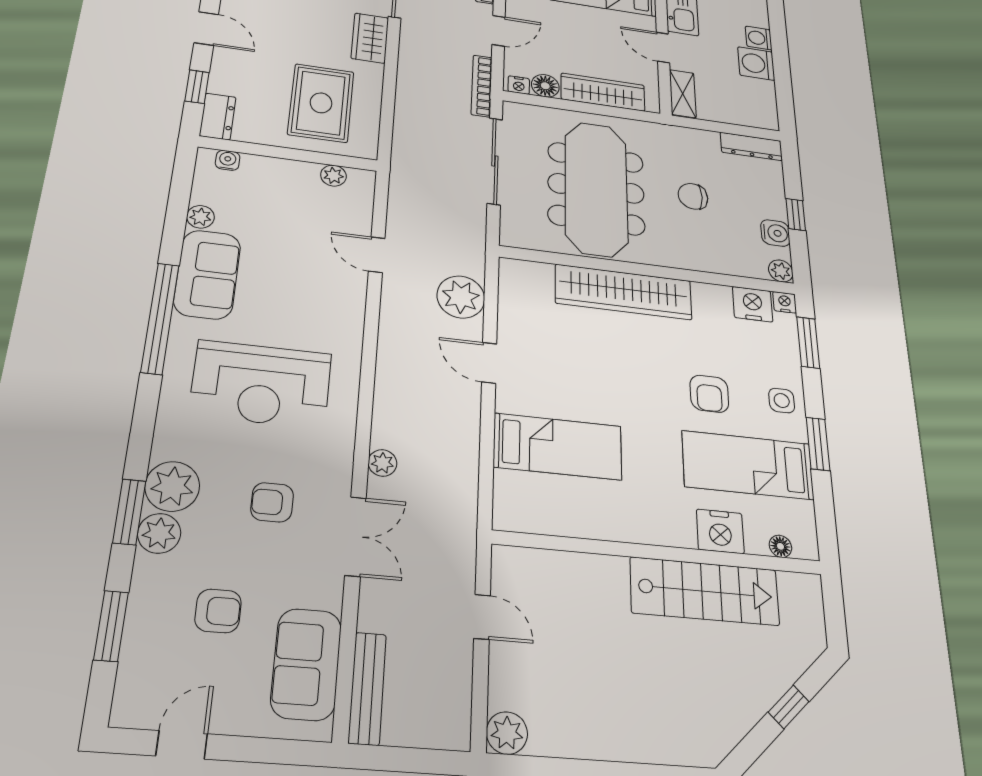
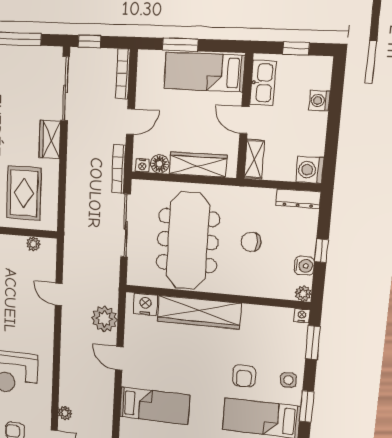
washing machine: (756, 64) -> (310, 170), moved
nightstand: (753, 304) -> (145, 304), moved

